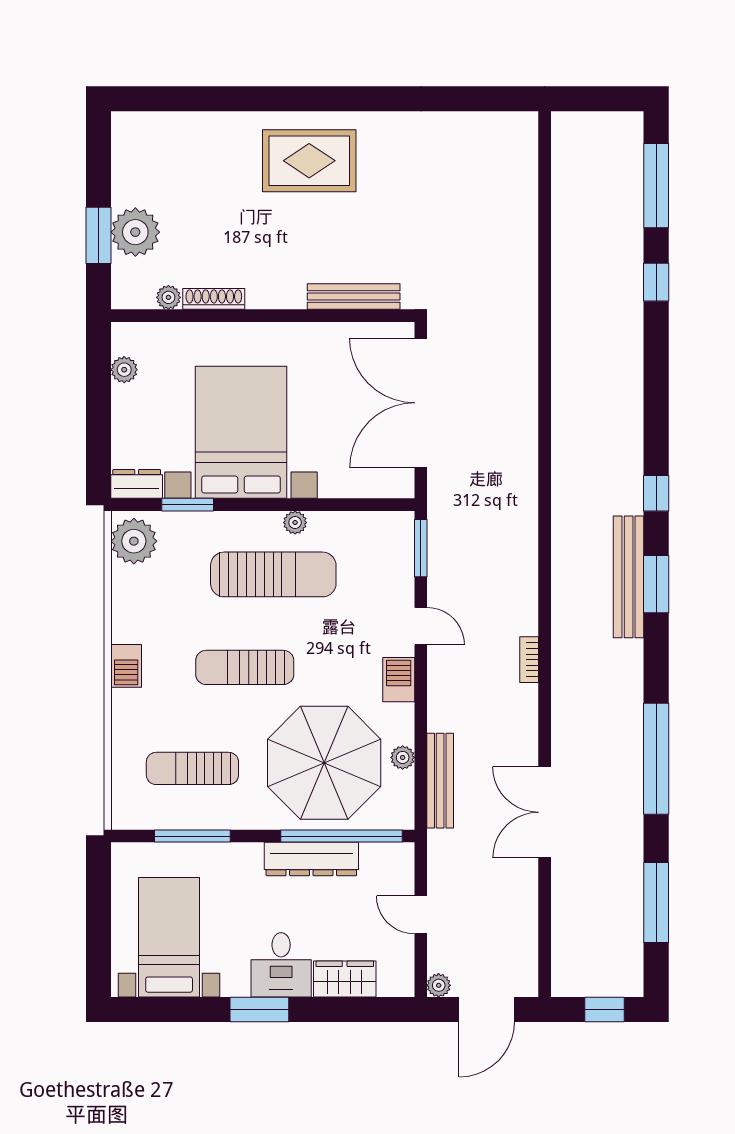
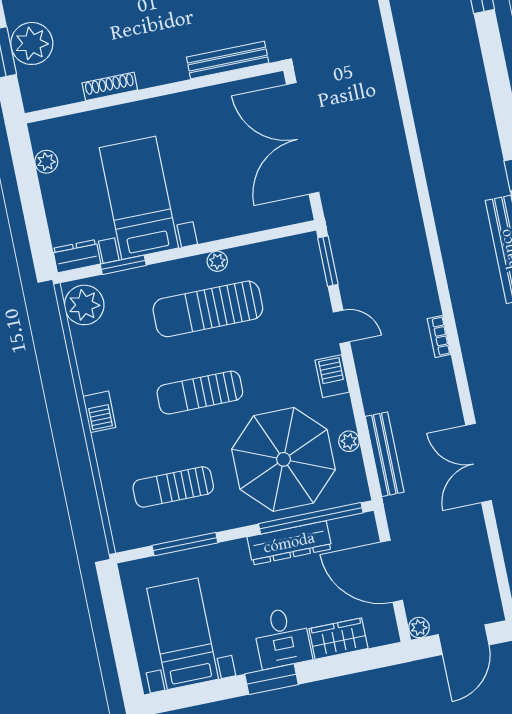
plant: (168, 297) -> (71, 93), removed
bed with nightstands: (241, 432) -> (139, 198), width x0.73
sun lounger: (273, 574) -> (208, 309), turned 180
door: (421, 915) -> (392, 571), width x1.88

